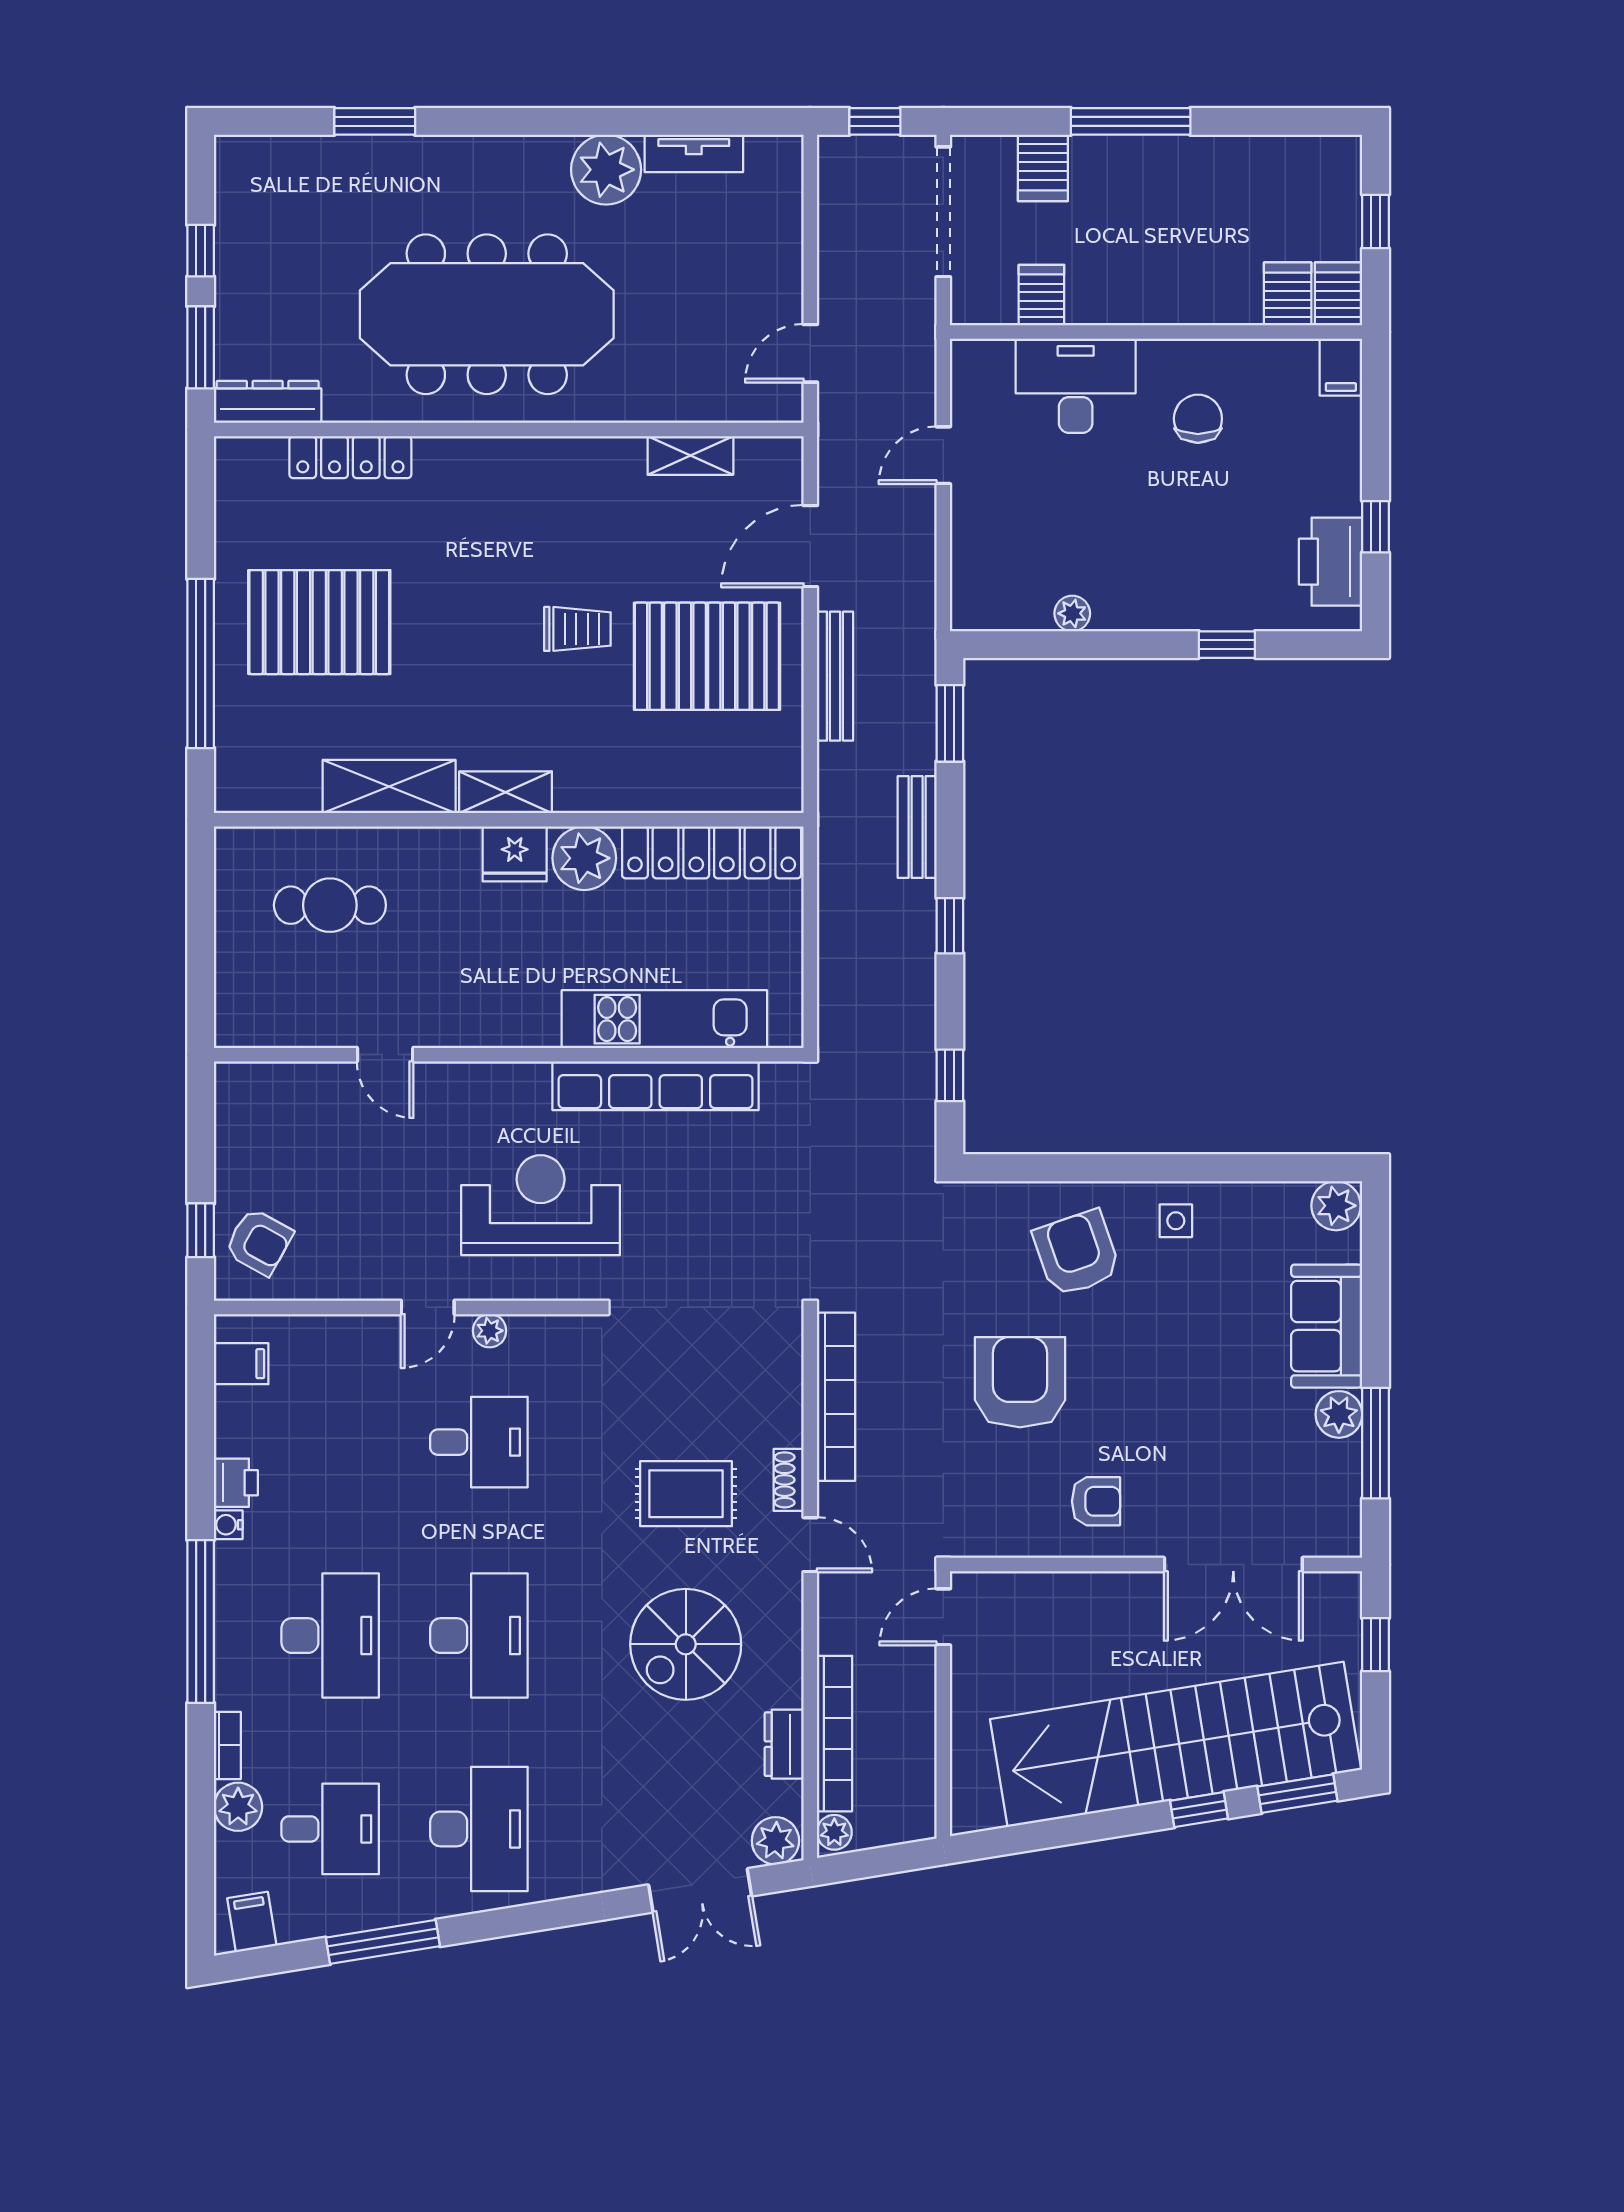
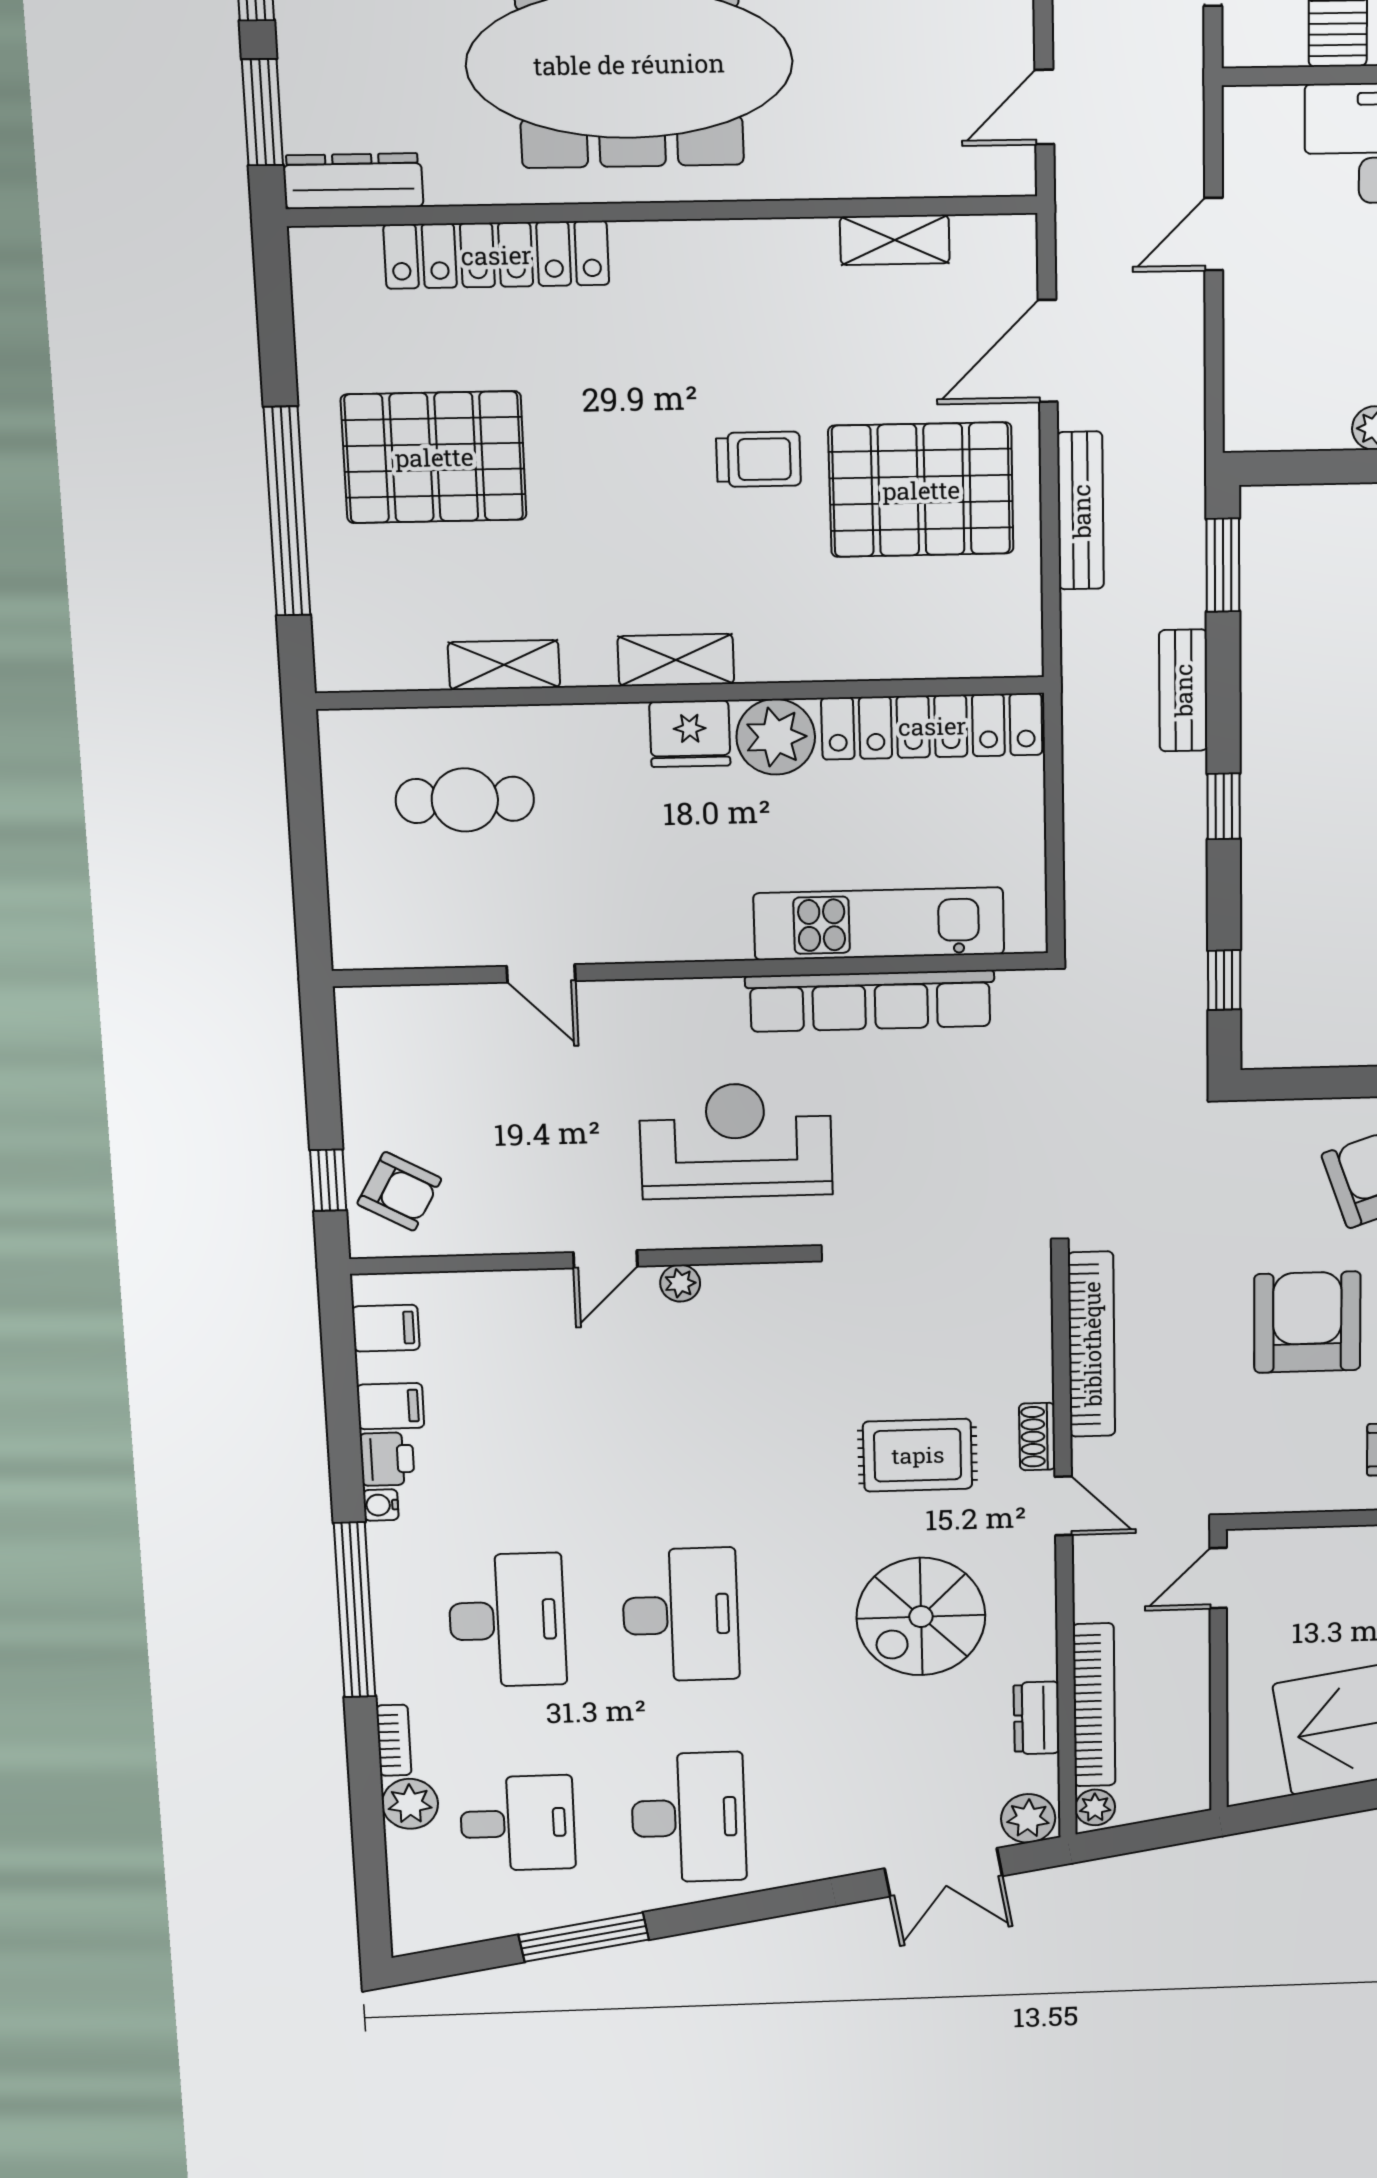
locker: (350, 457) -> (496, 255), width x1.41, depth x1.21
shelving: (389, 786) -> (504, 665), width x0.67, depth x0.75
desk: (479, 1442) -> (672, 1406), removed
filing cabinet: (252, 1922) -> (391, 1406), moved, turned 99

